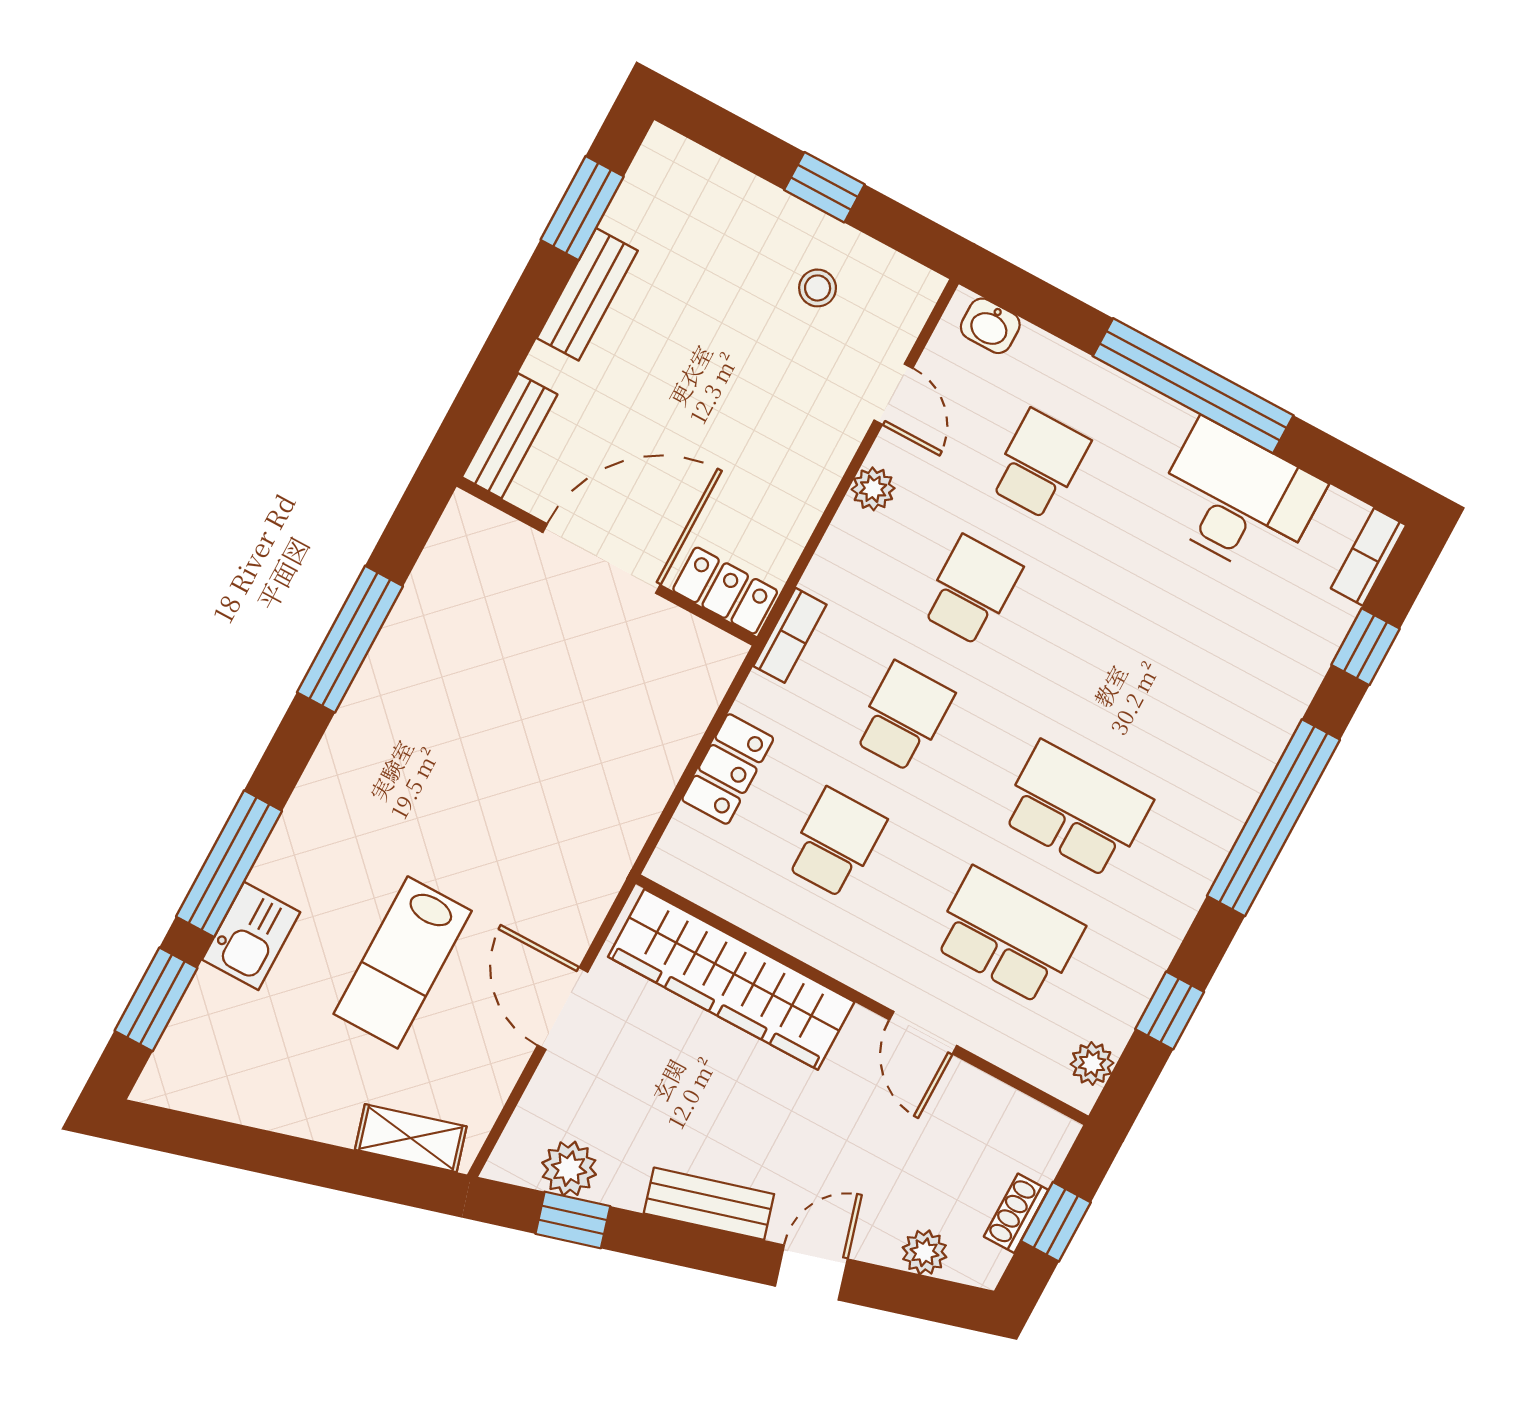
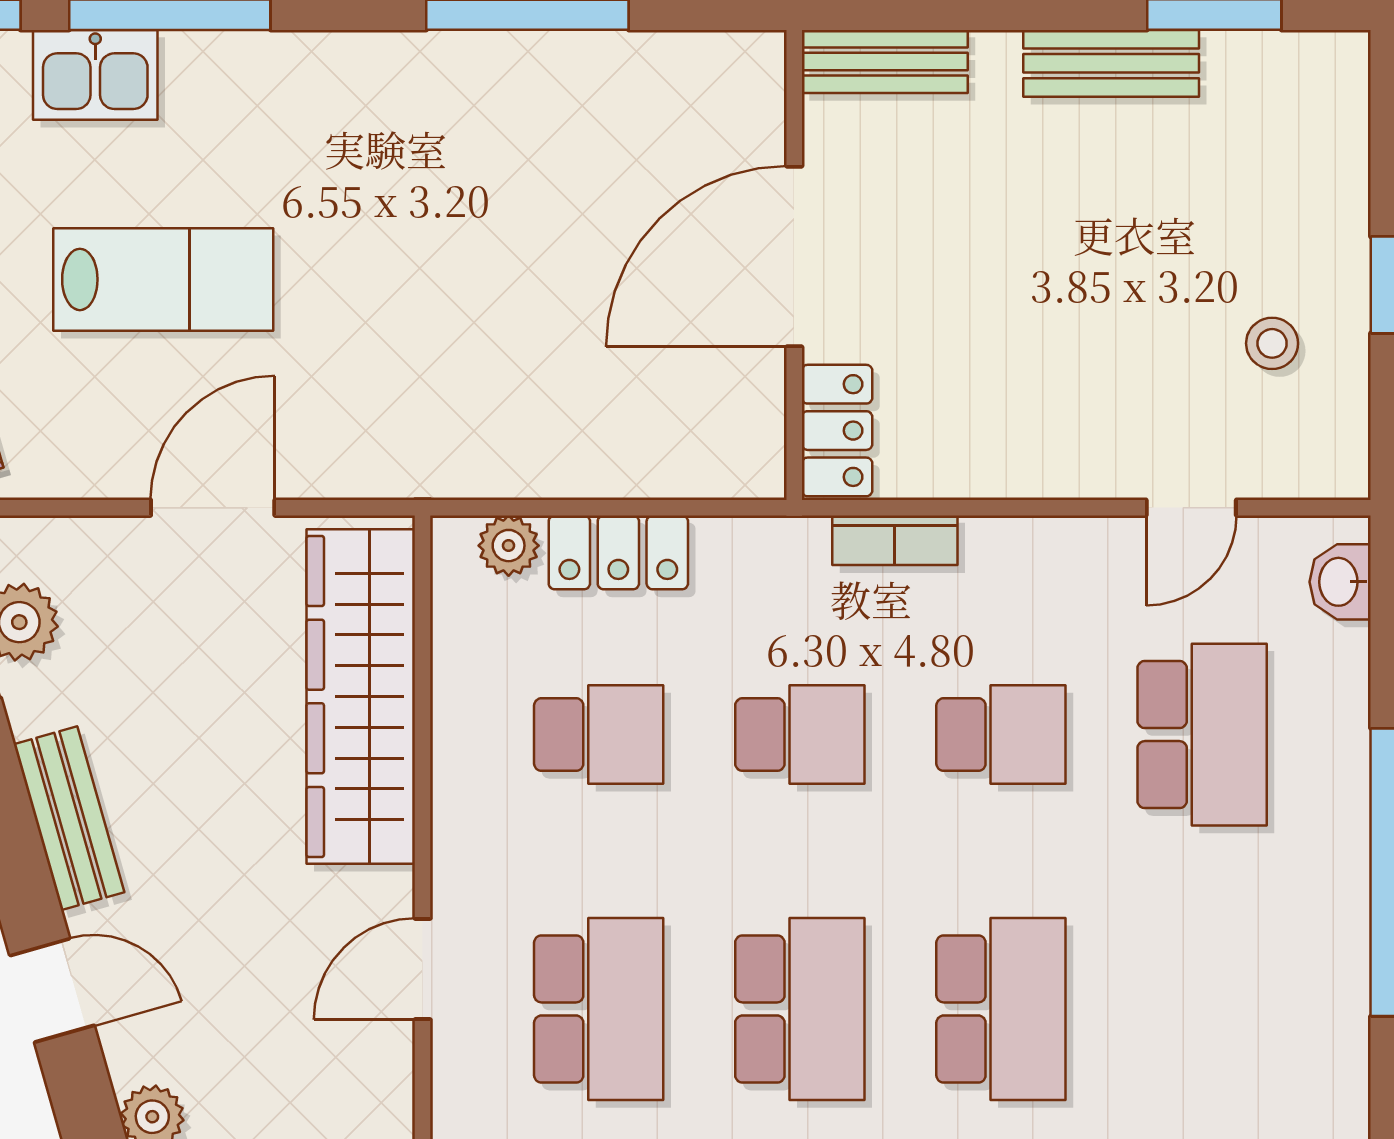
school desk: (1039, 464) -> (1202, 735), width x1.85
plant: (873, 489) -> (509, 546), moved
desk: (1238, 500) -> (1290, 1003), removed
door: (601, 559) -> (794, 256), swing flipped
bookcase: (790, 635) -> (895, 540), moved
school desk: (1144, 683) -> (1001, 1009), added
lab bench: (403, 962) -> (163, 279), turned 180

